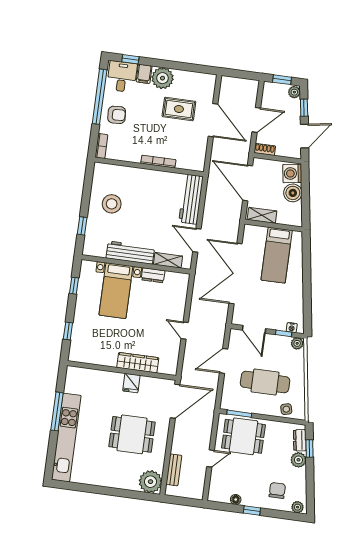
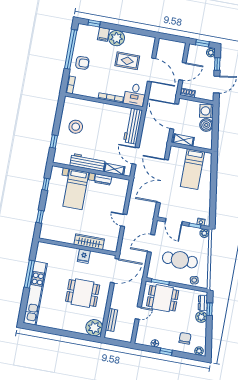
desk: (122, 77) -> (135, 95), moved, turned 180

